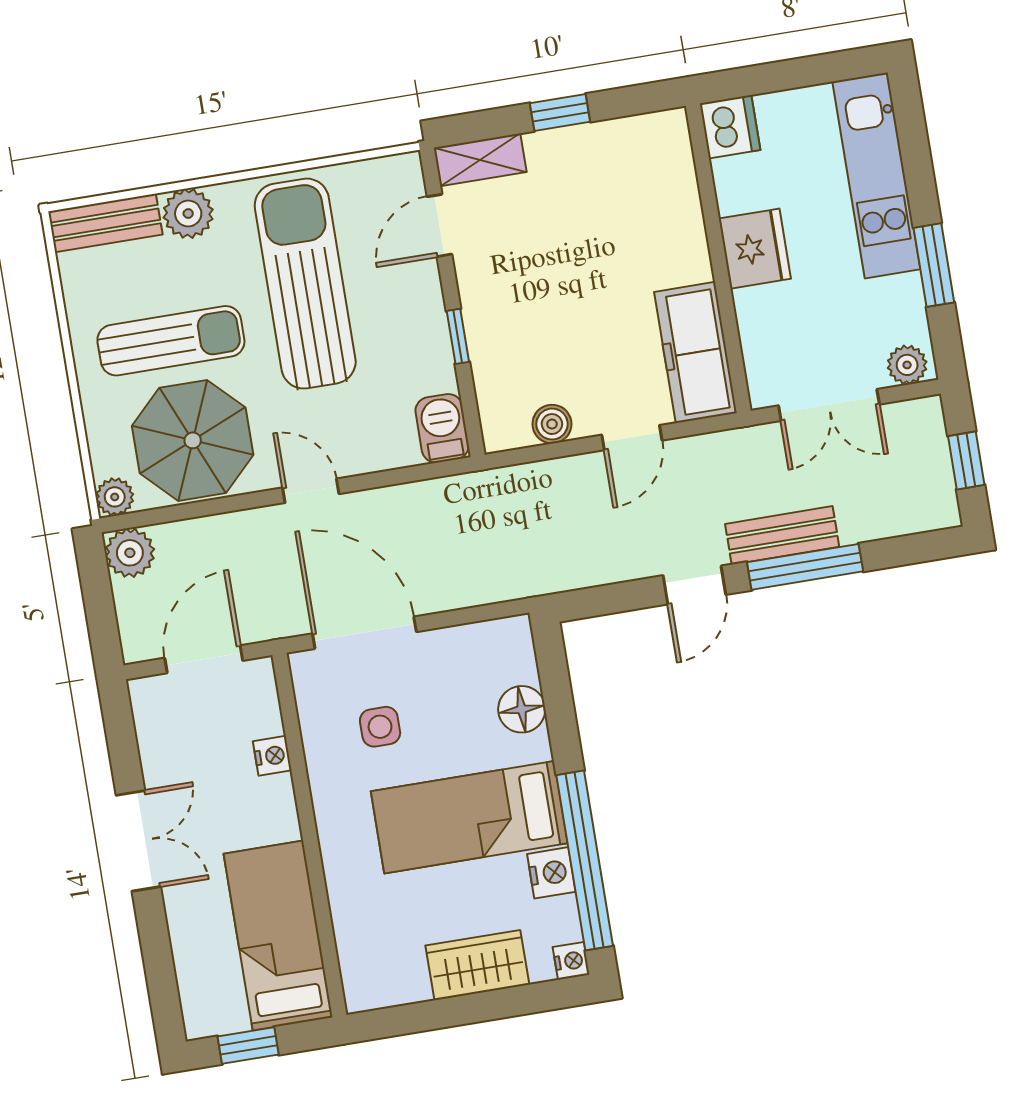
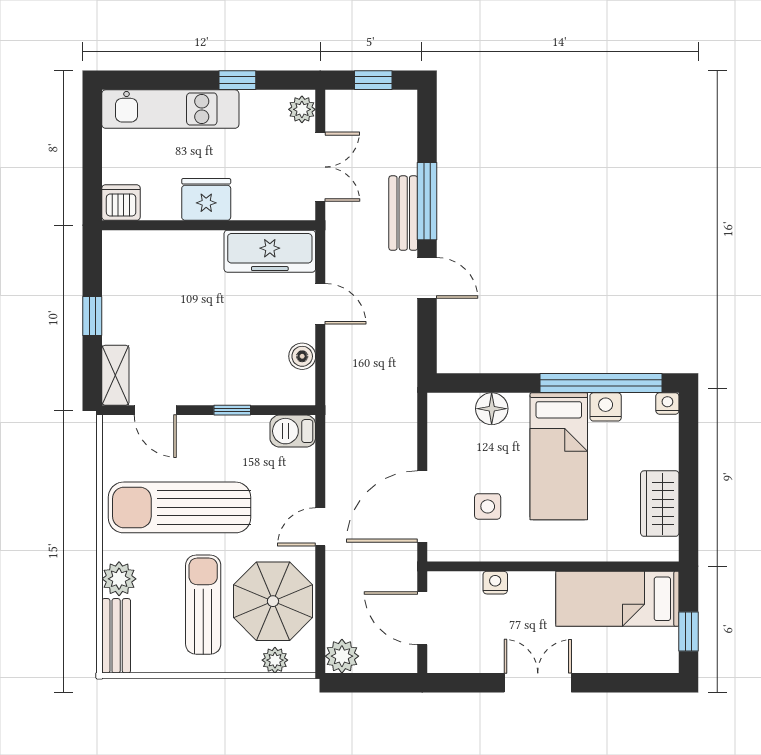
window: (934, 265) -> (237, 80), width x0.67
plant: (115, 497) -> (275, 660), moved
wardrobe: (477, 965) -> (660, 504), moved

